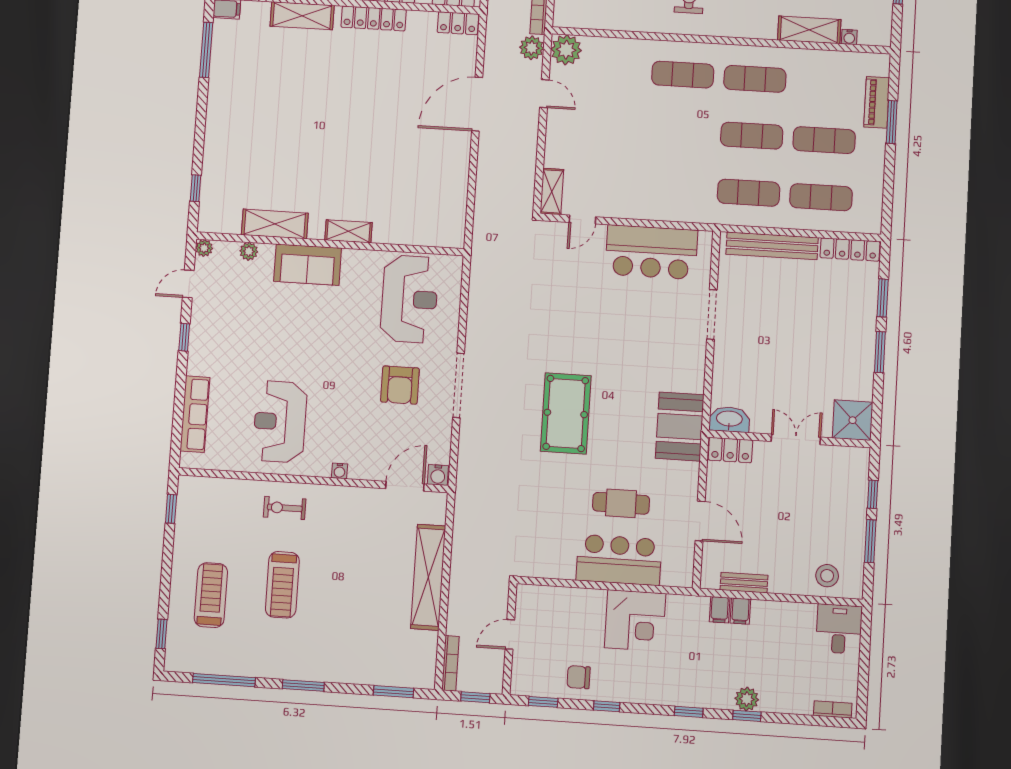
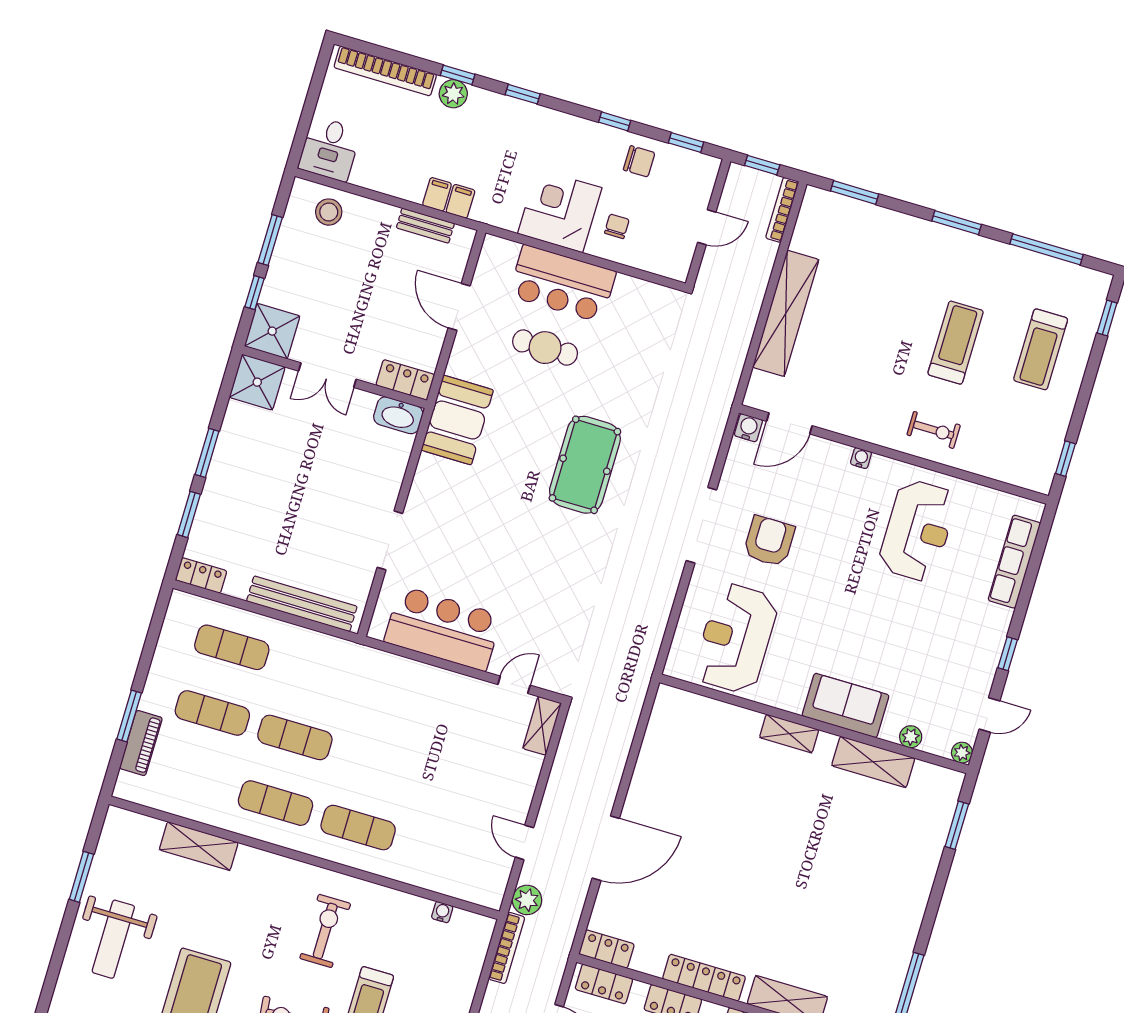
water cooler: (849, 37) -> (442, 912), moved
plant: (566, 50) -> (487, 888), removed
window: (196, 188) -> (957, 825), width x1.50
exercise mat: (749, 193) -> (314, 672), removed
locker: (850, 250) -> (201, 575), width x0.66
shower: (850, 465) -> (272, 331), added
chair: (585, 618) -> (617, 226), added
bookcase: (833, 710) -> (385, 71), width x2.31, depth x1.31

